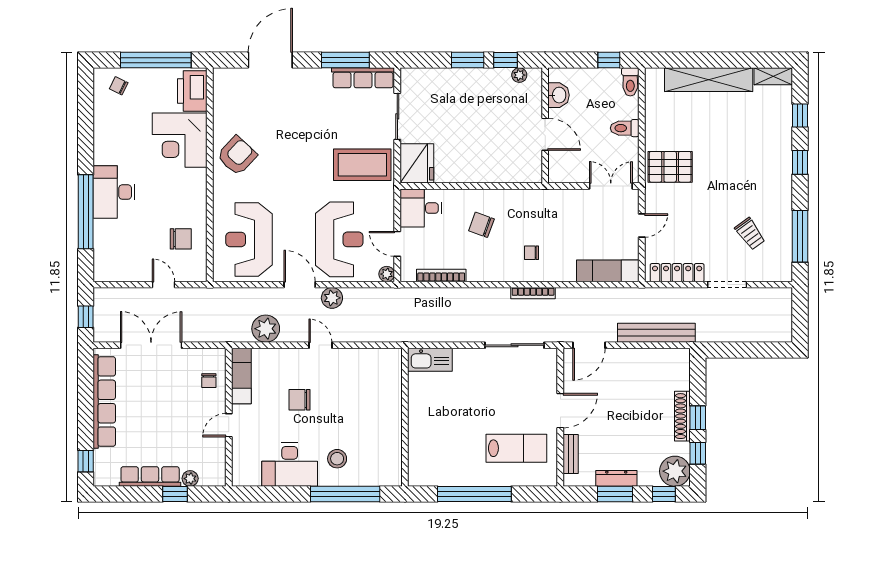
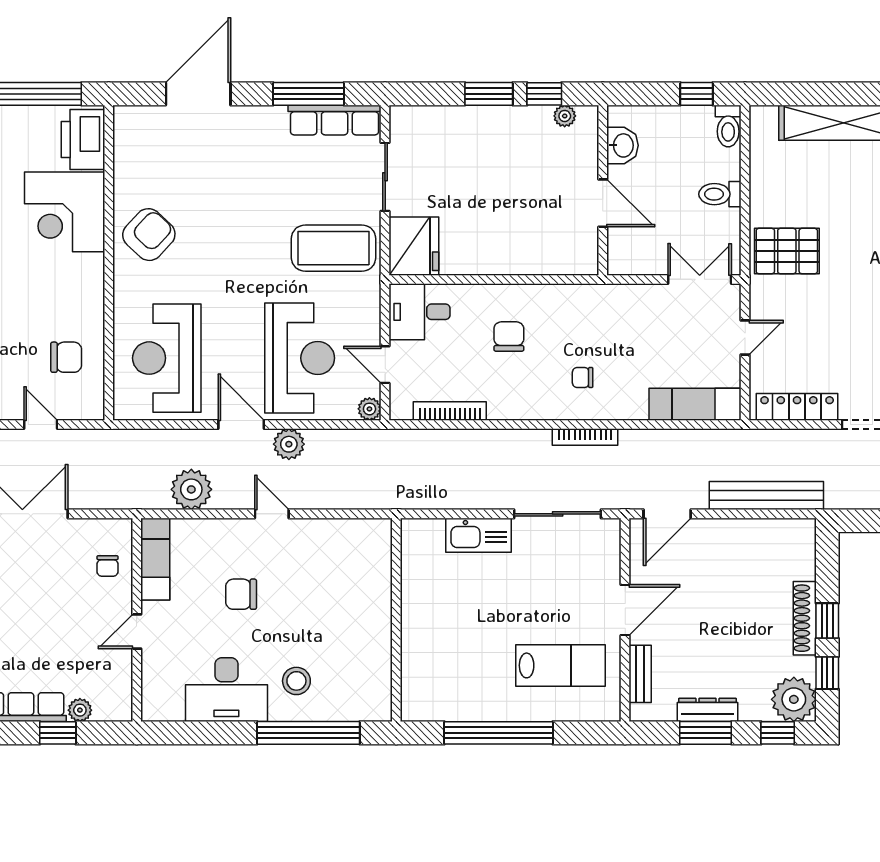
chair: (481, 225) -> (509, 337), turned 70
kitchen sink: (430, 360) -> (478, 535), moved

